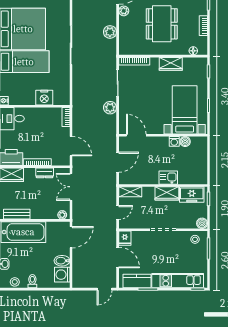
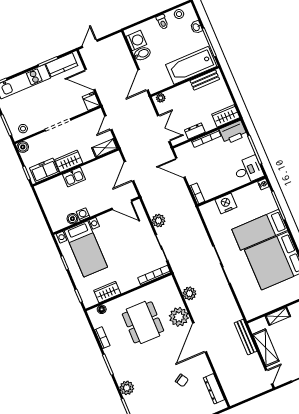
plant: (124, 11) -> (179, 317), width x1.87, depth x1.87
wardrobe: (171, 64) -> (107, 292), moved

